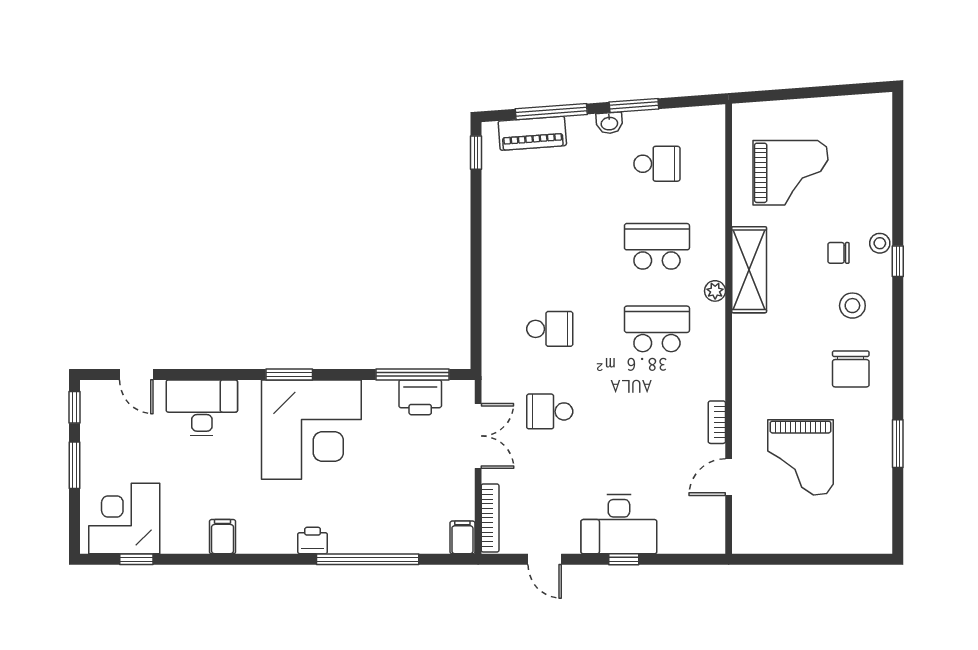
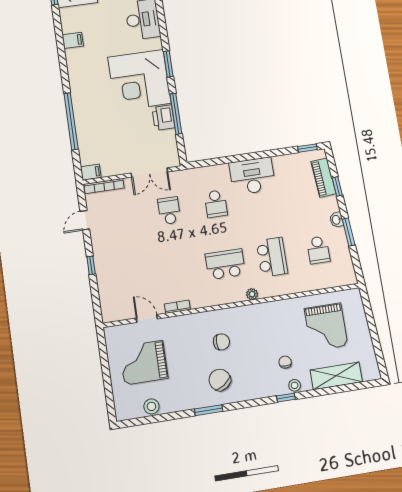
window: (551, 112) -> (337, 186), width x0.46
shelving: (749, 270) -> (336, 376), moved
stool: (852, 306) -> (151, 406), moved
school desk: (657, 329) -> (225, 264), turned -90
chair: (788, 356) -> (221, 342), added
chair: (851, 369) -> (220, 380), turned 55
window: (413, 374) -> (176, 114), moved
printer: (420, 397) -> (163, 118), moved
window: (898, 444) -> (209, 410), moved
grand piano: (800, 457) -> (144, 363), moved
desk: (619, 524) -> (252, 176), moved, turned 90
printer: (313, 541) -> (77, 90), removed

